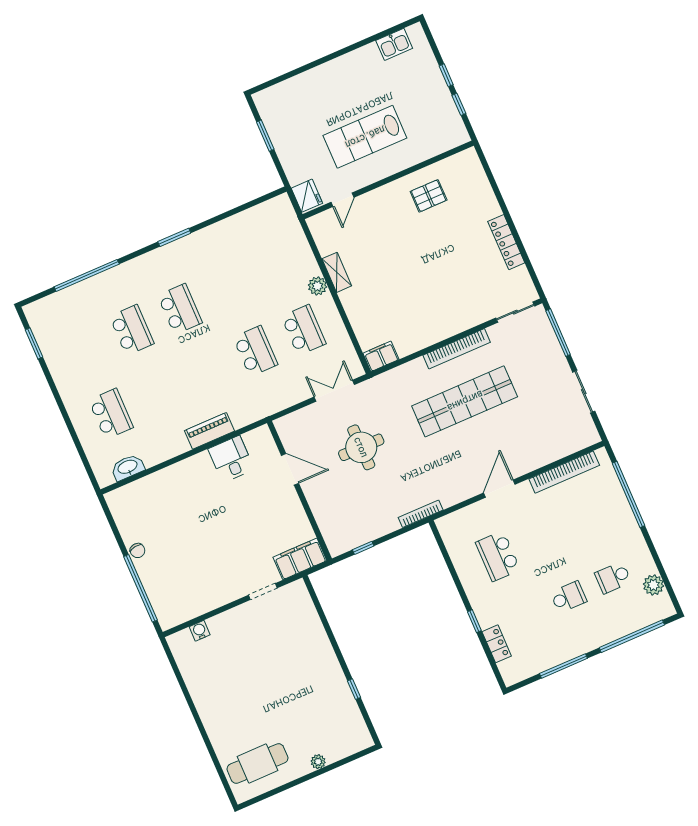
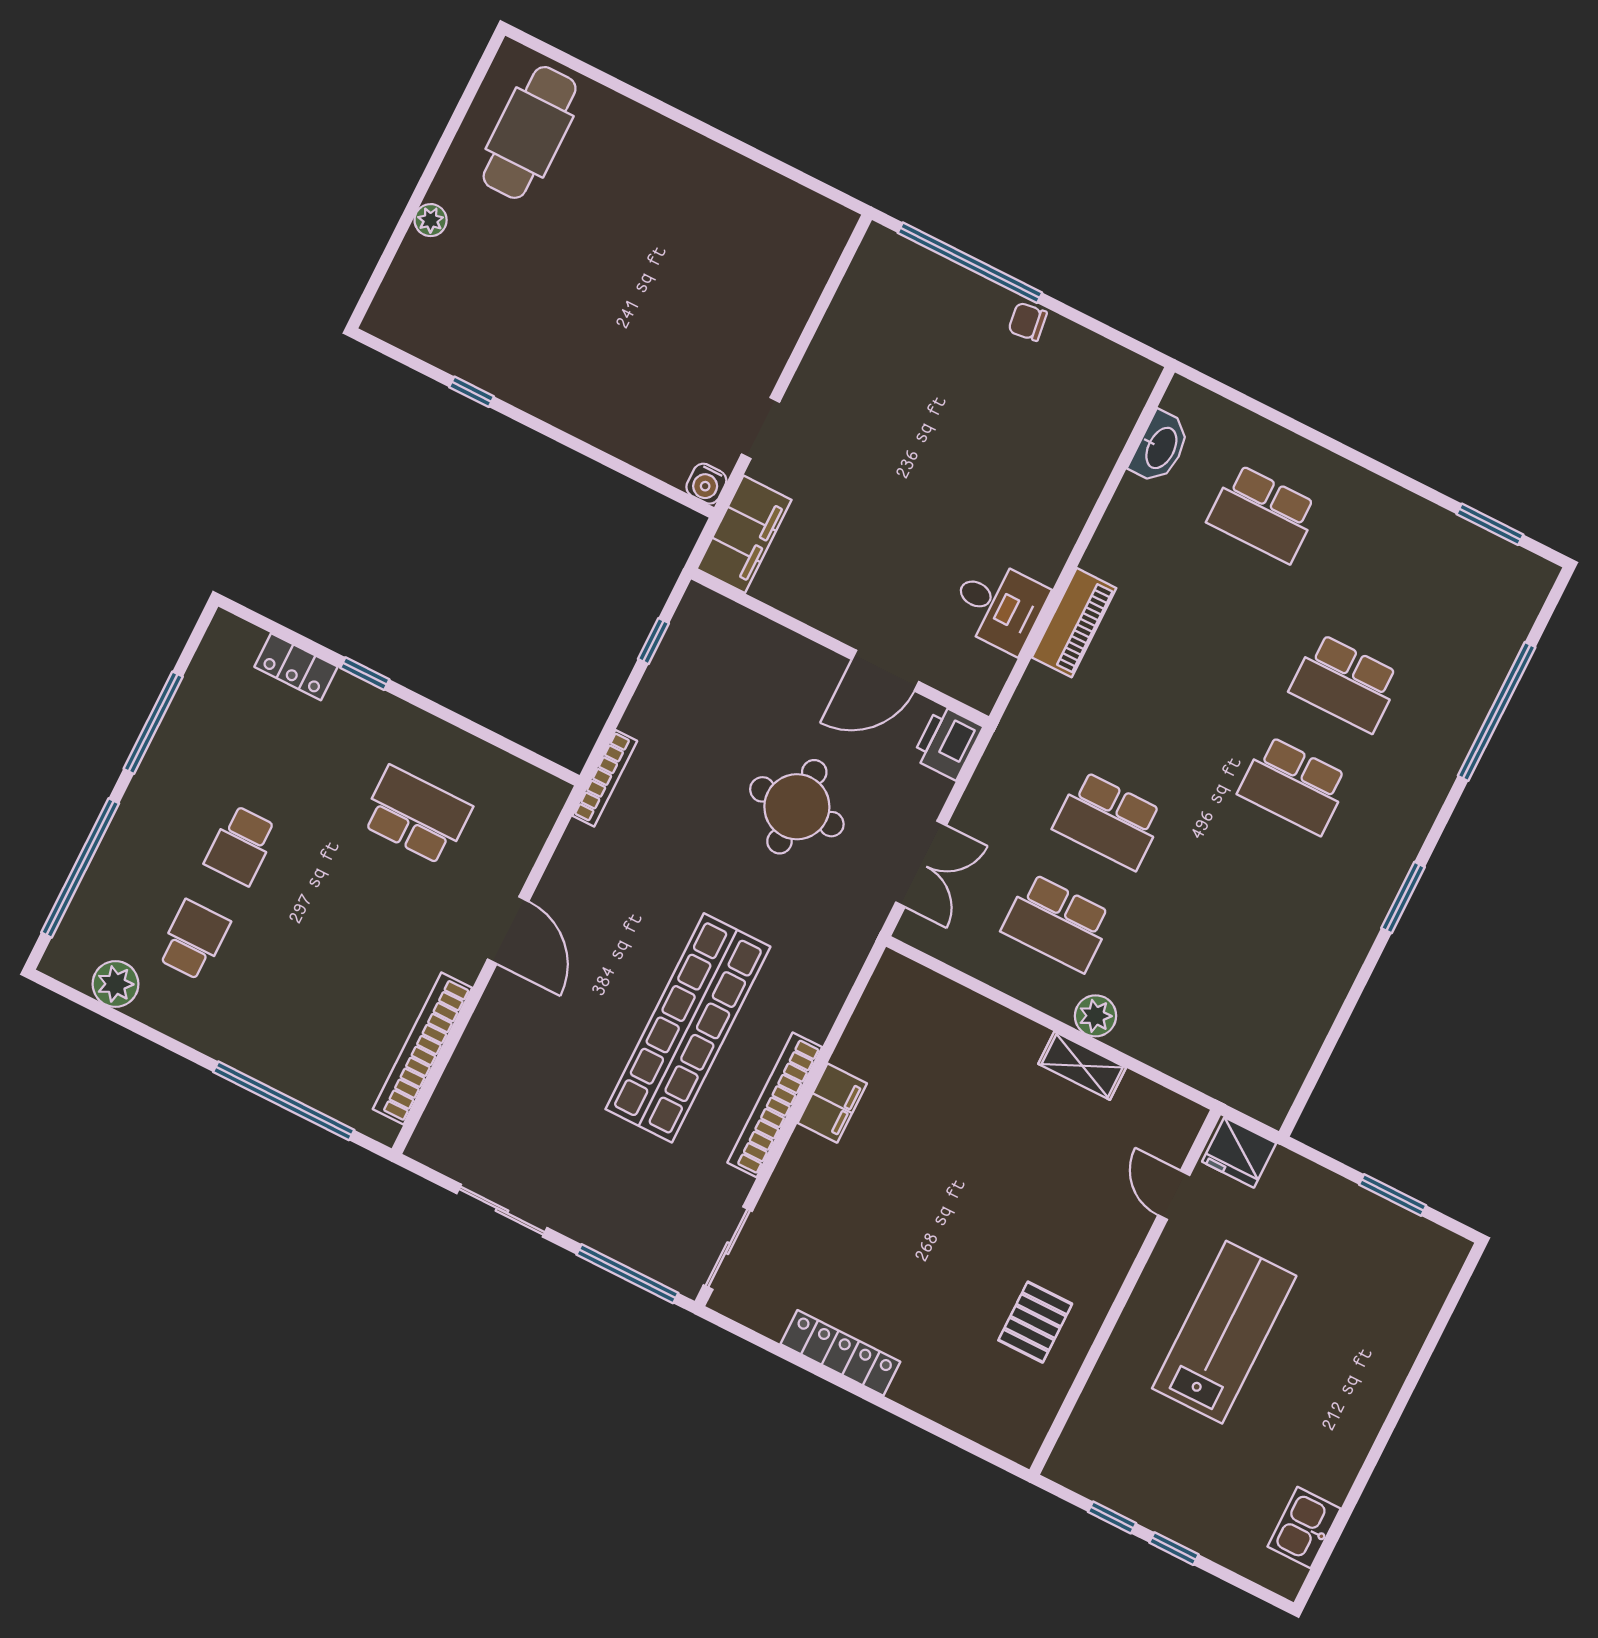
filing cabinet: (381, 356) -> (832, 1103), moved
printer: (289, 426) -> (947, 742), added
water cooler: (200, 631) -> (706, 484), moved, turned 90

